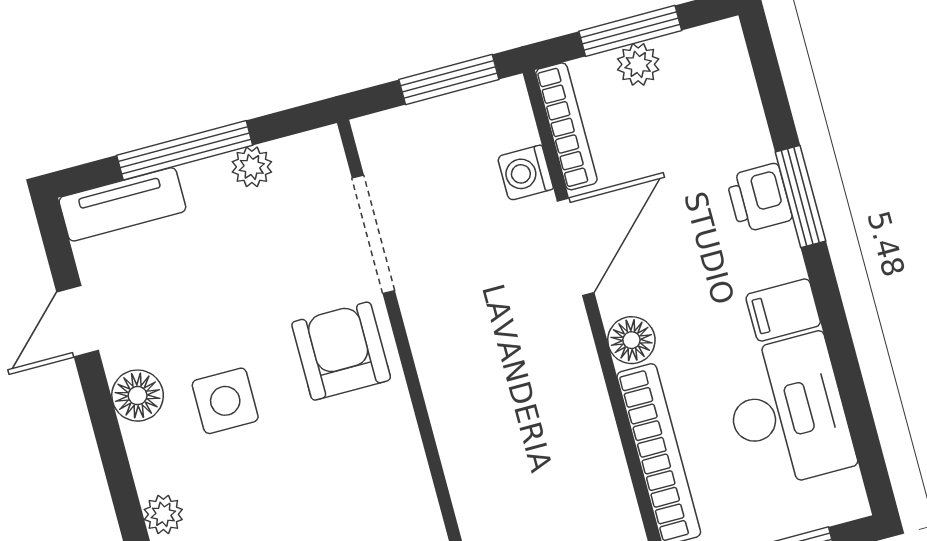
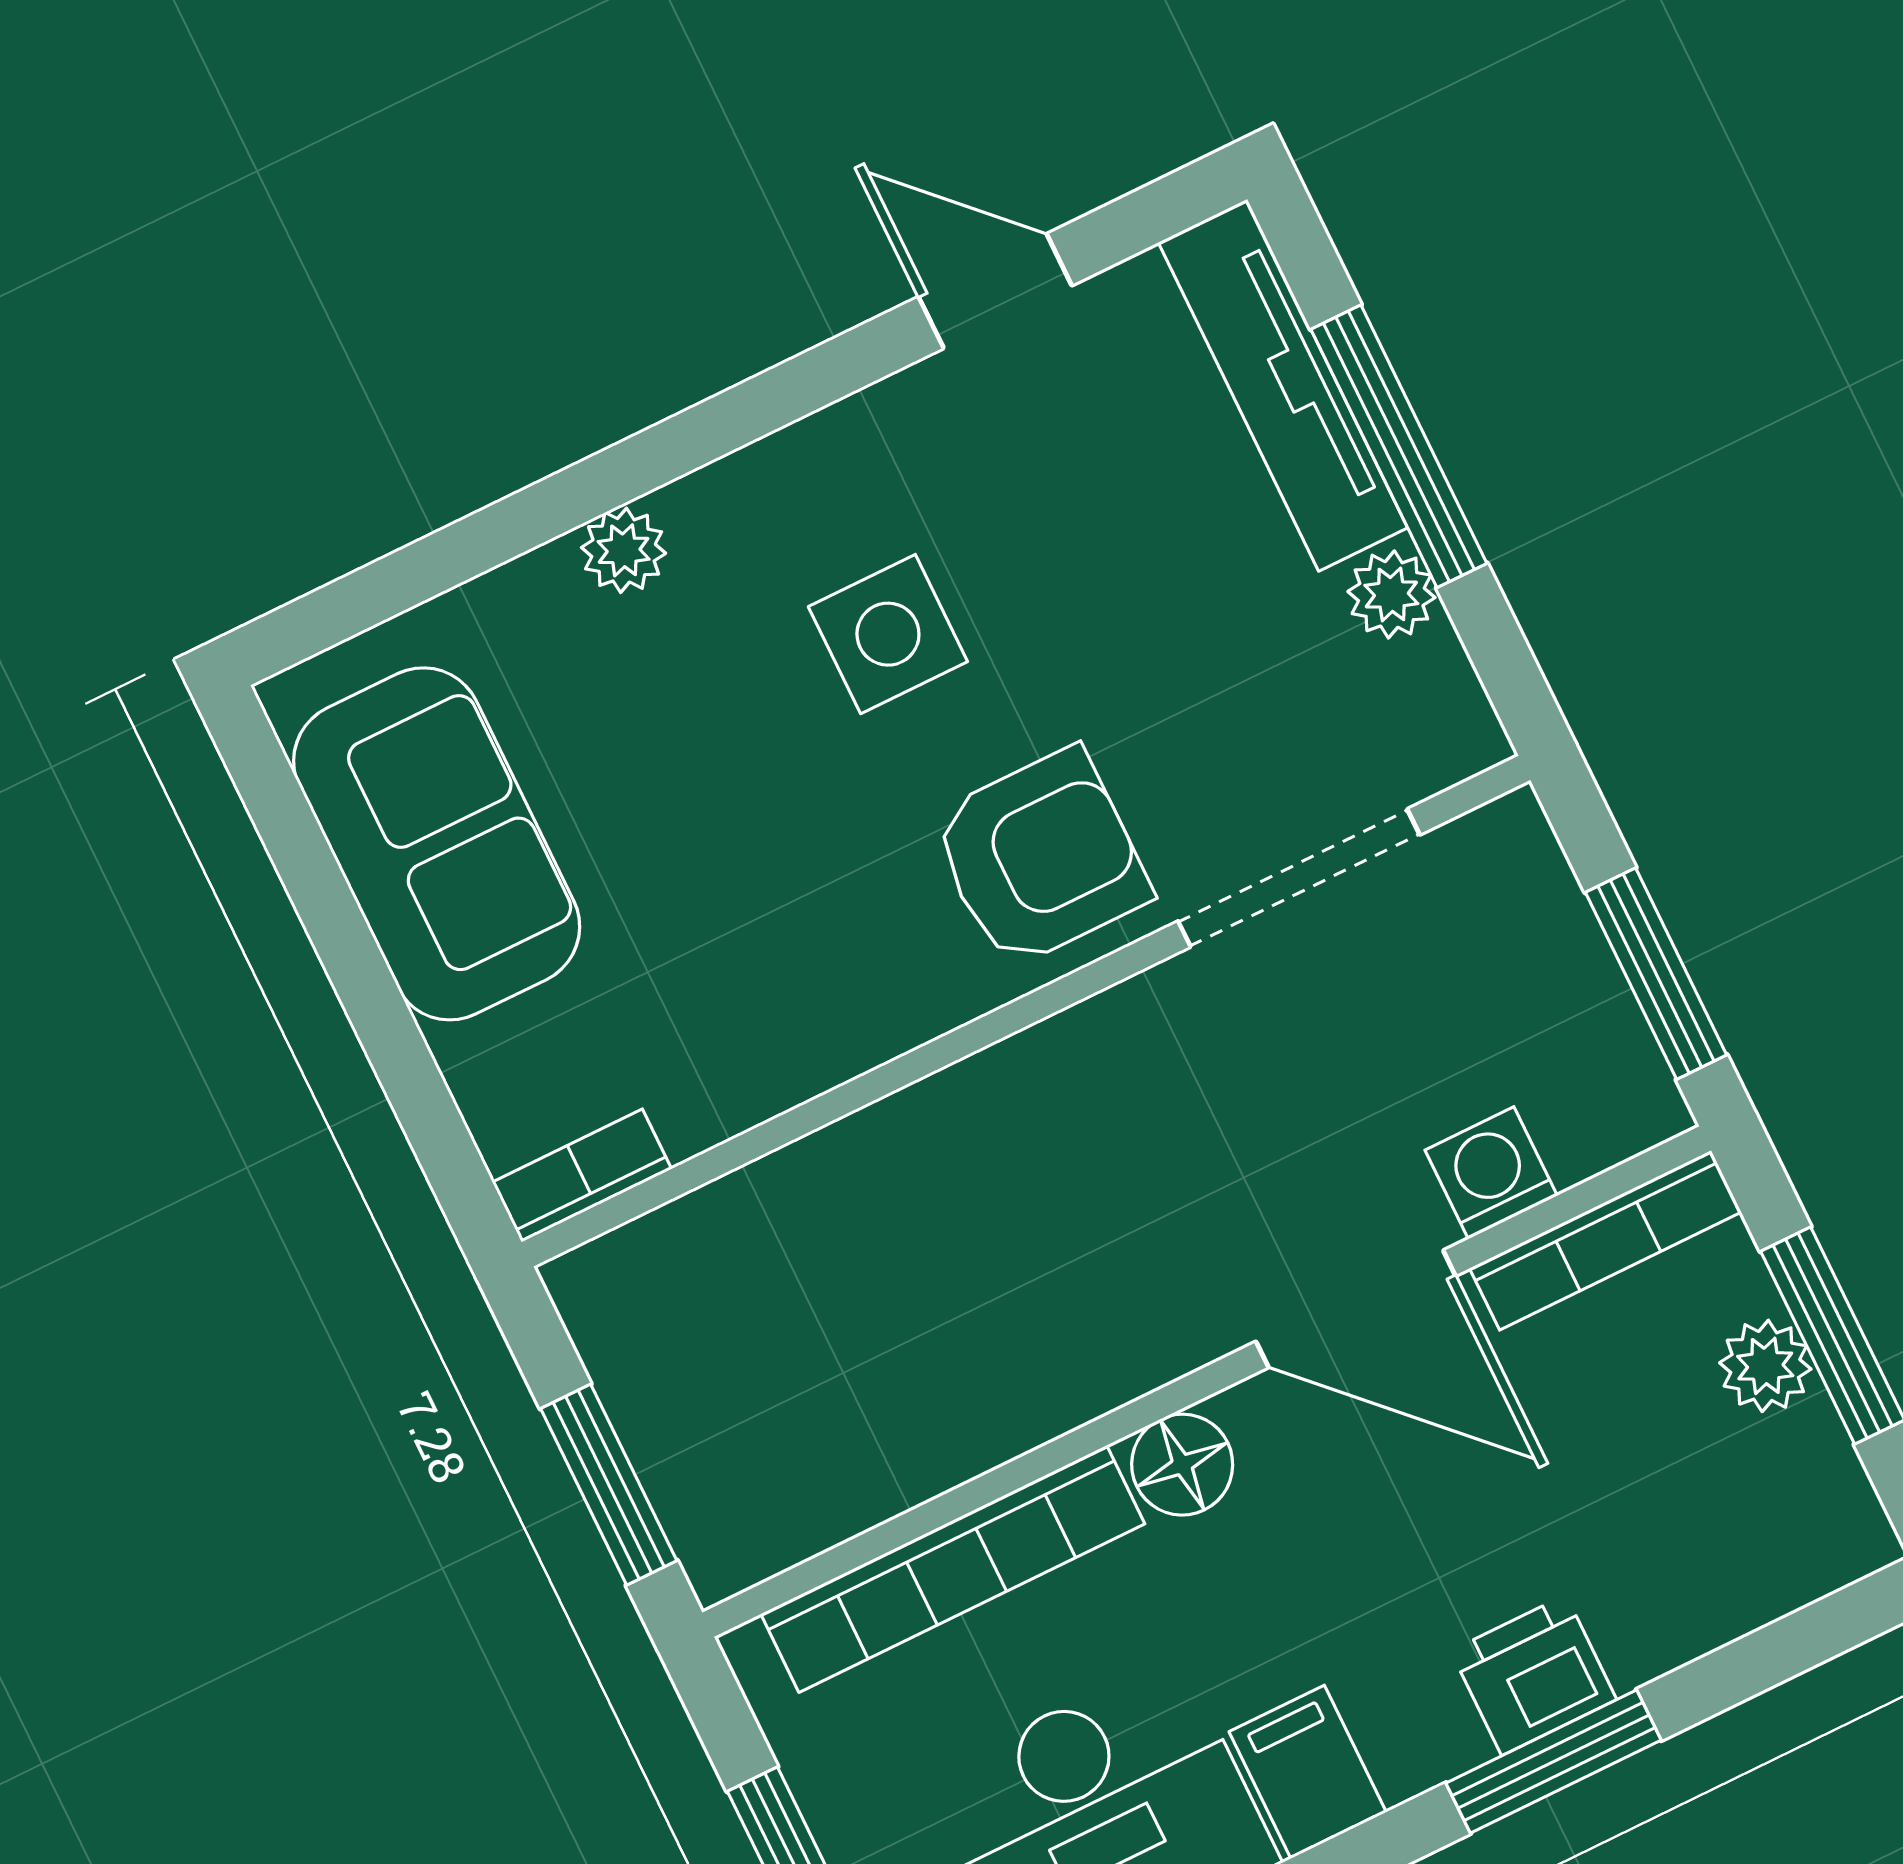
tv unit: (122, 204) -> (1283, 385), width x1.41
floor lamp: (138, 396) -> (863, 447), removed

